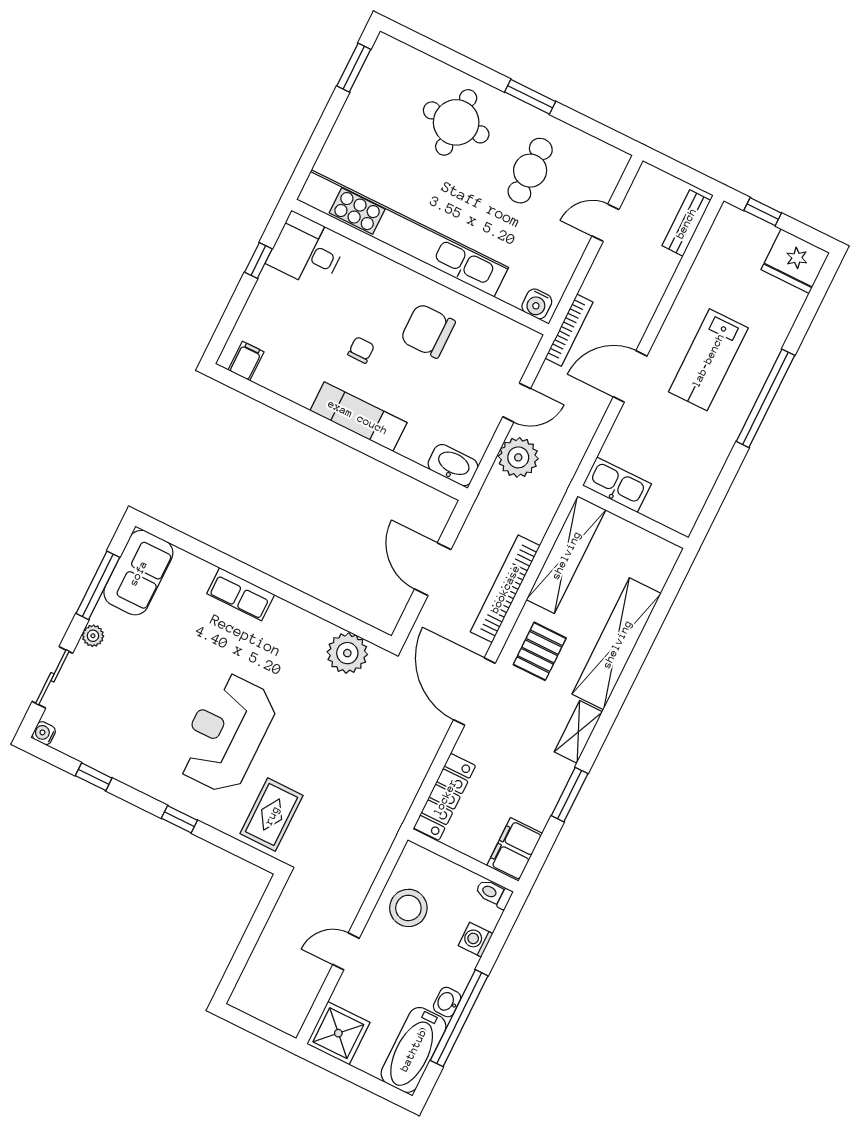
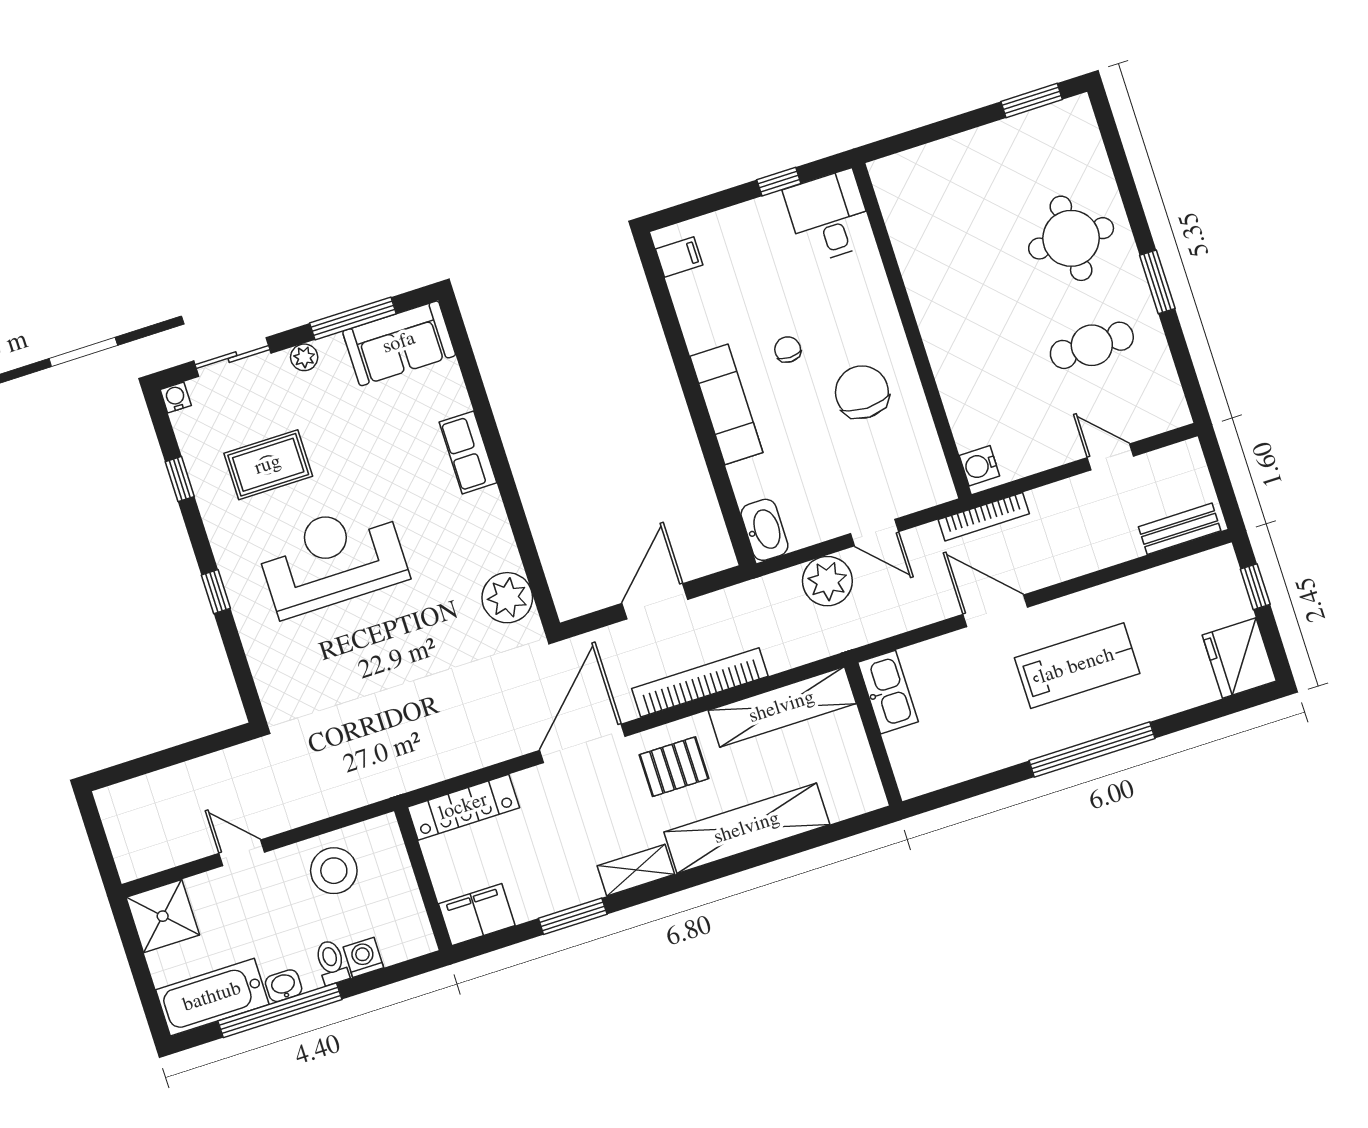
kitchen unit: (403, 233) -> (927, 286), removed
chair: (361, 350) -> (788, 350), turned -90
lab bench: (708, 360) -> (1077, 666), turned 180
rug: (272, 815) -> (268, 465), moved
toilet: (494, 894) -> (331, 962), moved

